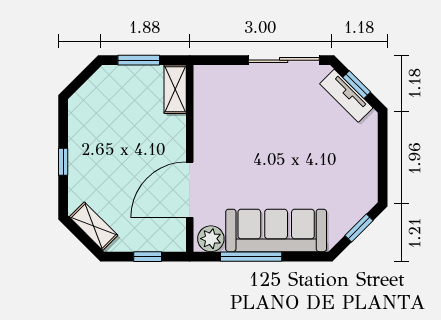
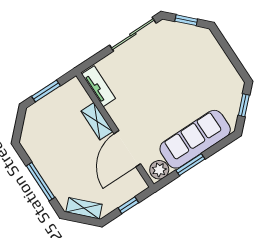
shelving: (175, 89) -> (97, 121), moved
tv unit: (346, 96) -> (99, 86), moved, turned -135
window: (63, 162) -> (41, 182), width x2.17
window: (251, 257) -> (190, 165), width x0.69

